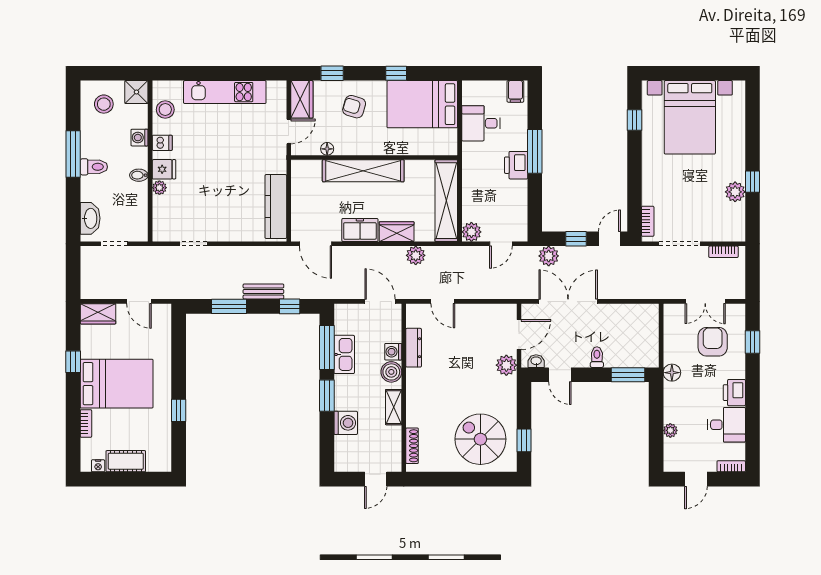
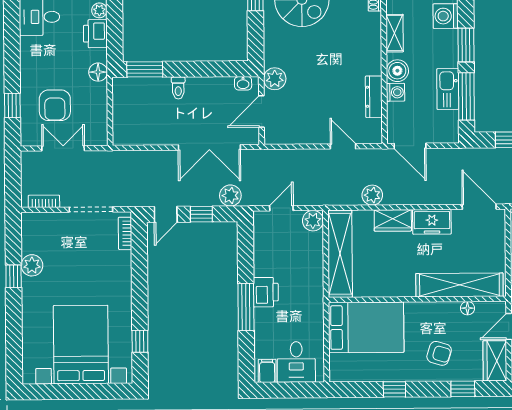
bed: (422, 104) -> (366, 327), moved
desk: (481, 123) -> (296, 362), moved, turned 90
shelving: (363, 171) -> (459, 285), moved
door: (560, 375) -> (218, 69), removed
printer: (734, 393) -> (95, 34), moved, turned 180

